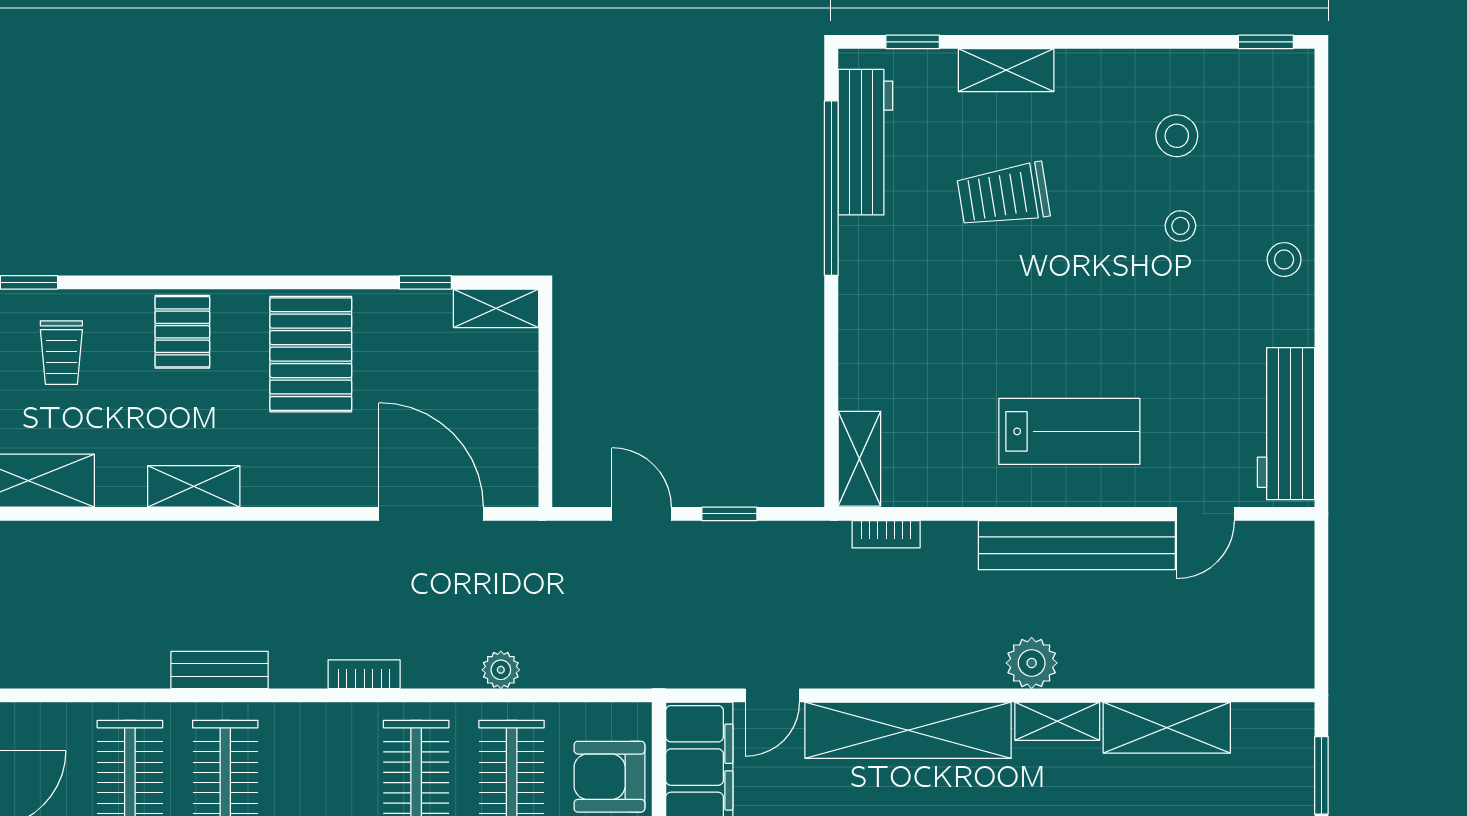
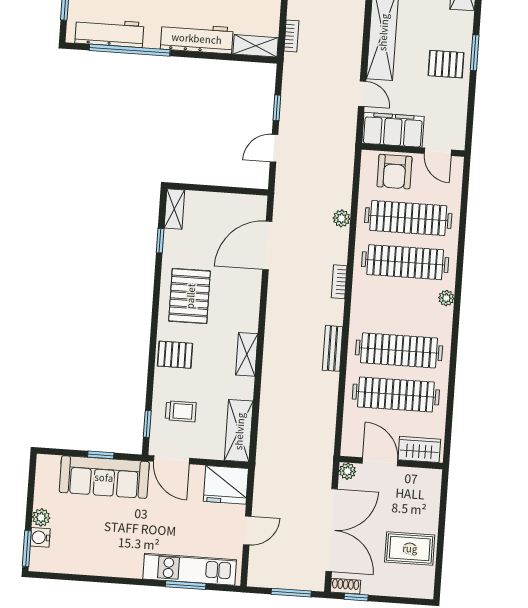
workbench: (867, 331) -> (197, 38), added
pallet: (311, 354) -> (190, 296), turned 90

